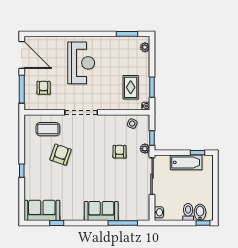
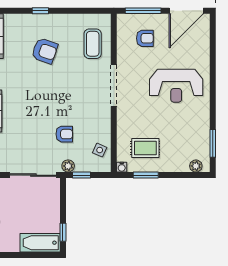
armchair: (61, 155) -> (45, 51), moved
bathtub: (186, 162) -> (40, 243), moved, turned 90

